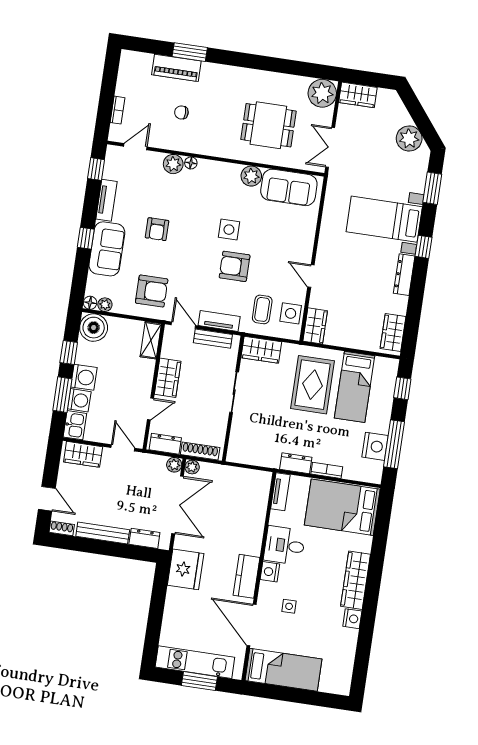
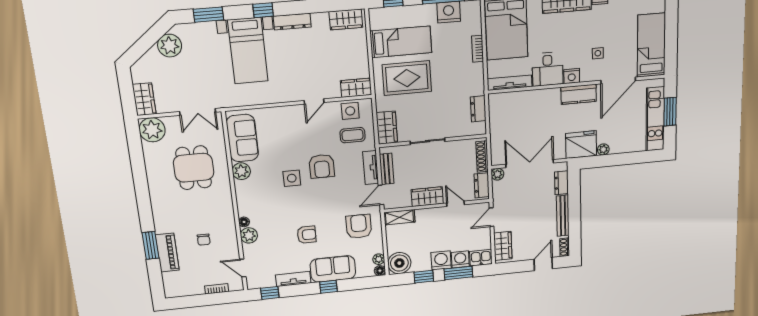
dresser: (296, 463) -> (478, 109), moved
plant: (192, 467) -> (603, 149), moved
tv unit: (280, 492) -> (510, 83), width x1.41

